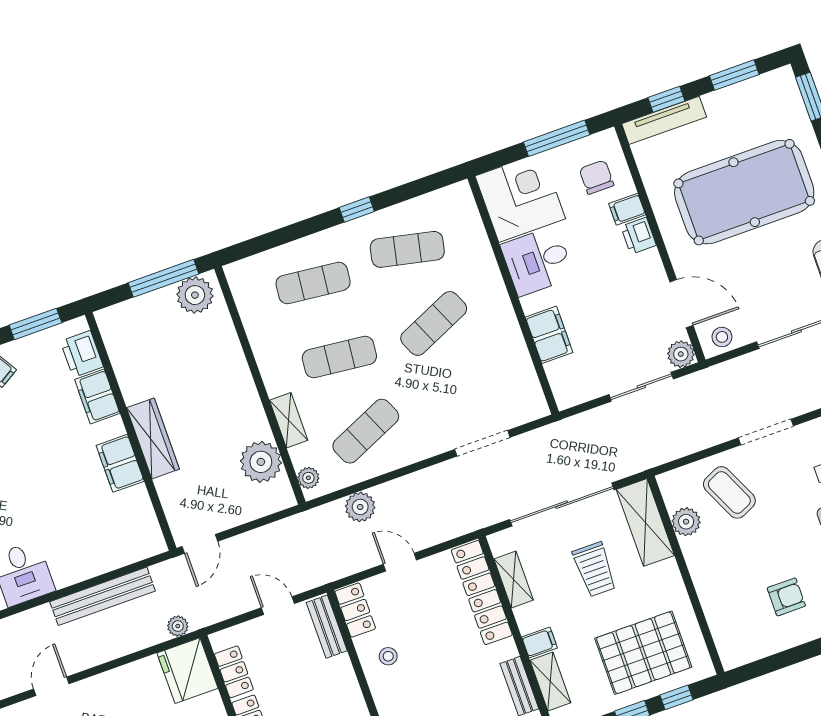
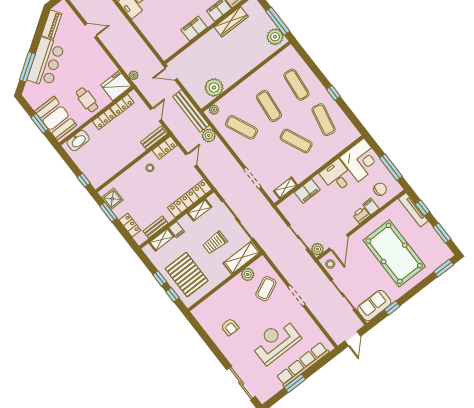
shelving: (289, 420) -> (285, 188), moved
wardrobe: (153, 438) -> (231, 22), moved
bench: (103, 596) -> (191, 111), moved

